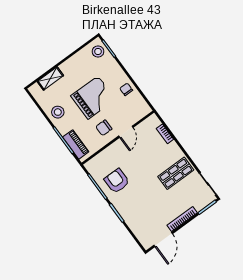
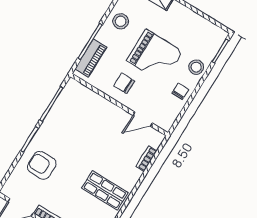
stool: (98, 51) -> (196, 67), moved
door: (126, 132) -> (143, 119), moved
armchair: (117, 181) -> (42, 165), moved, turned -90

